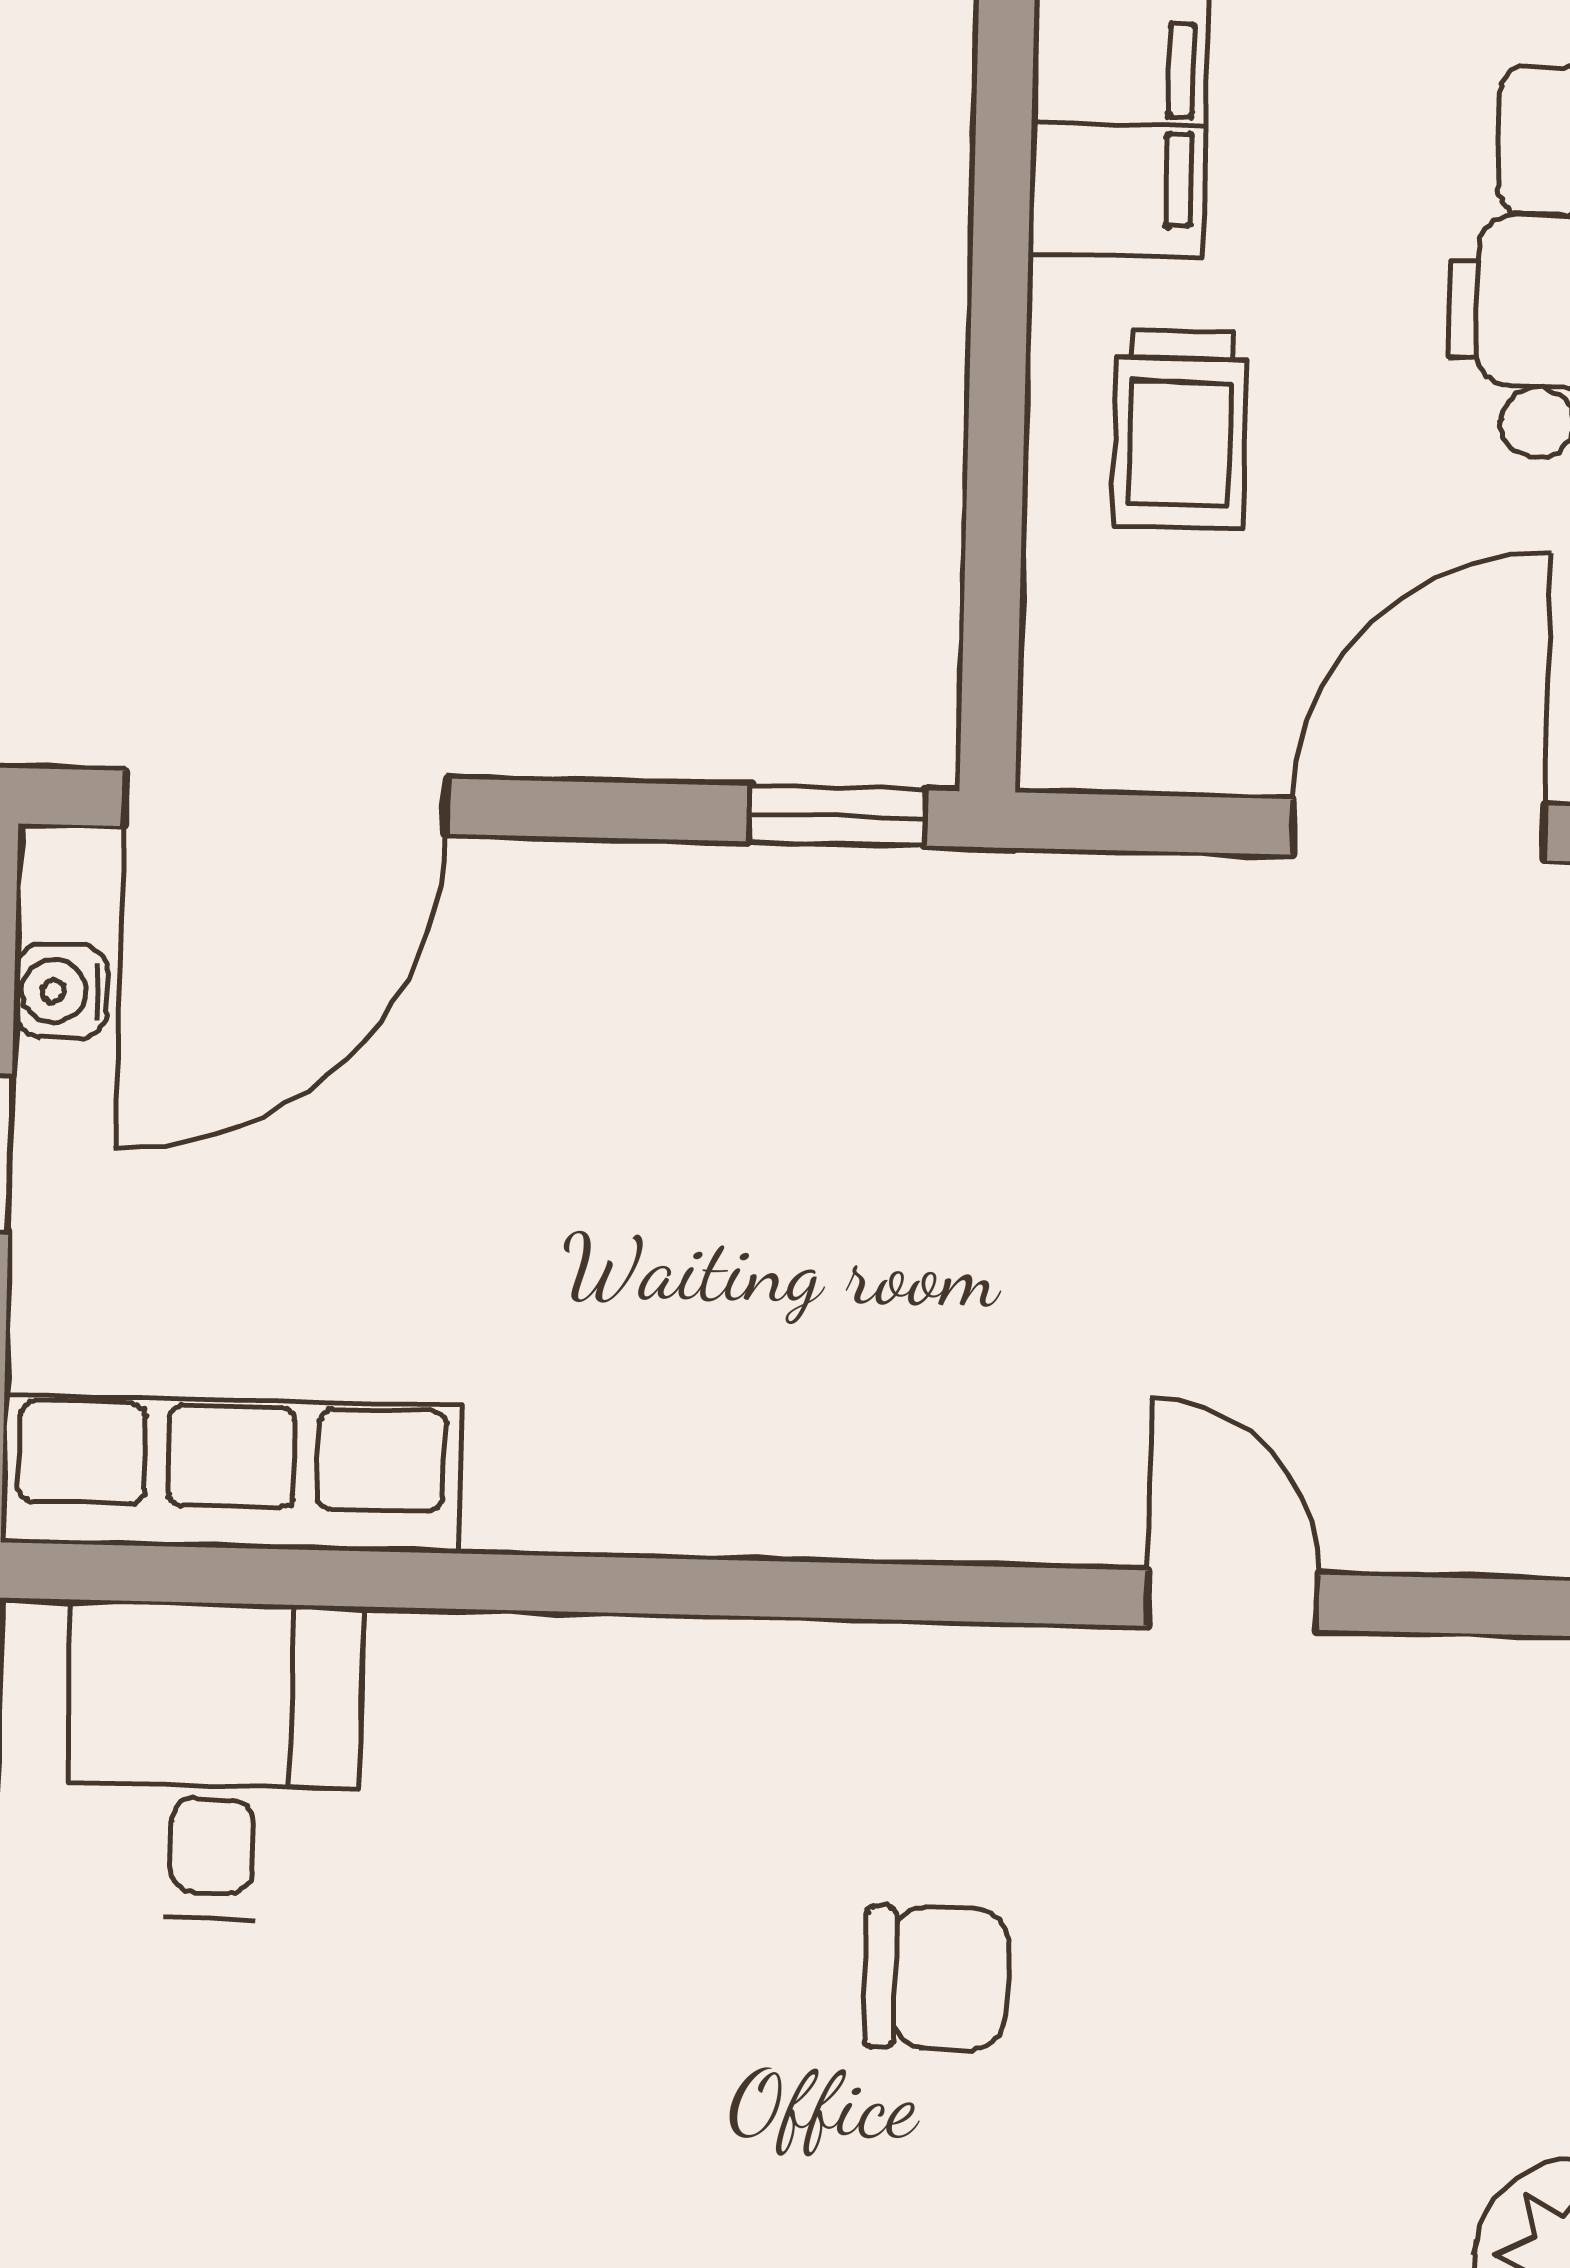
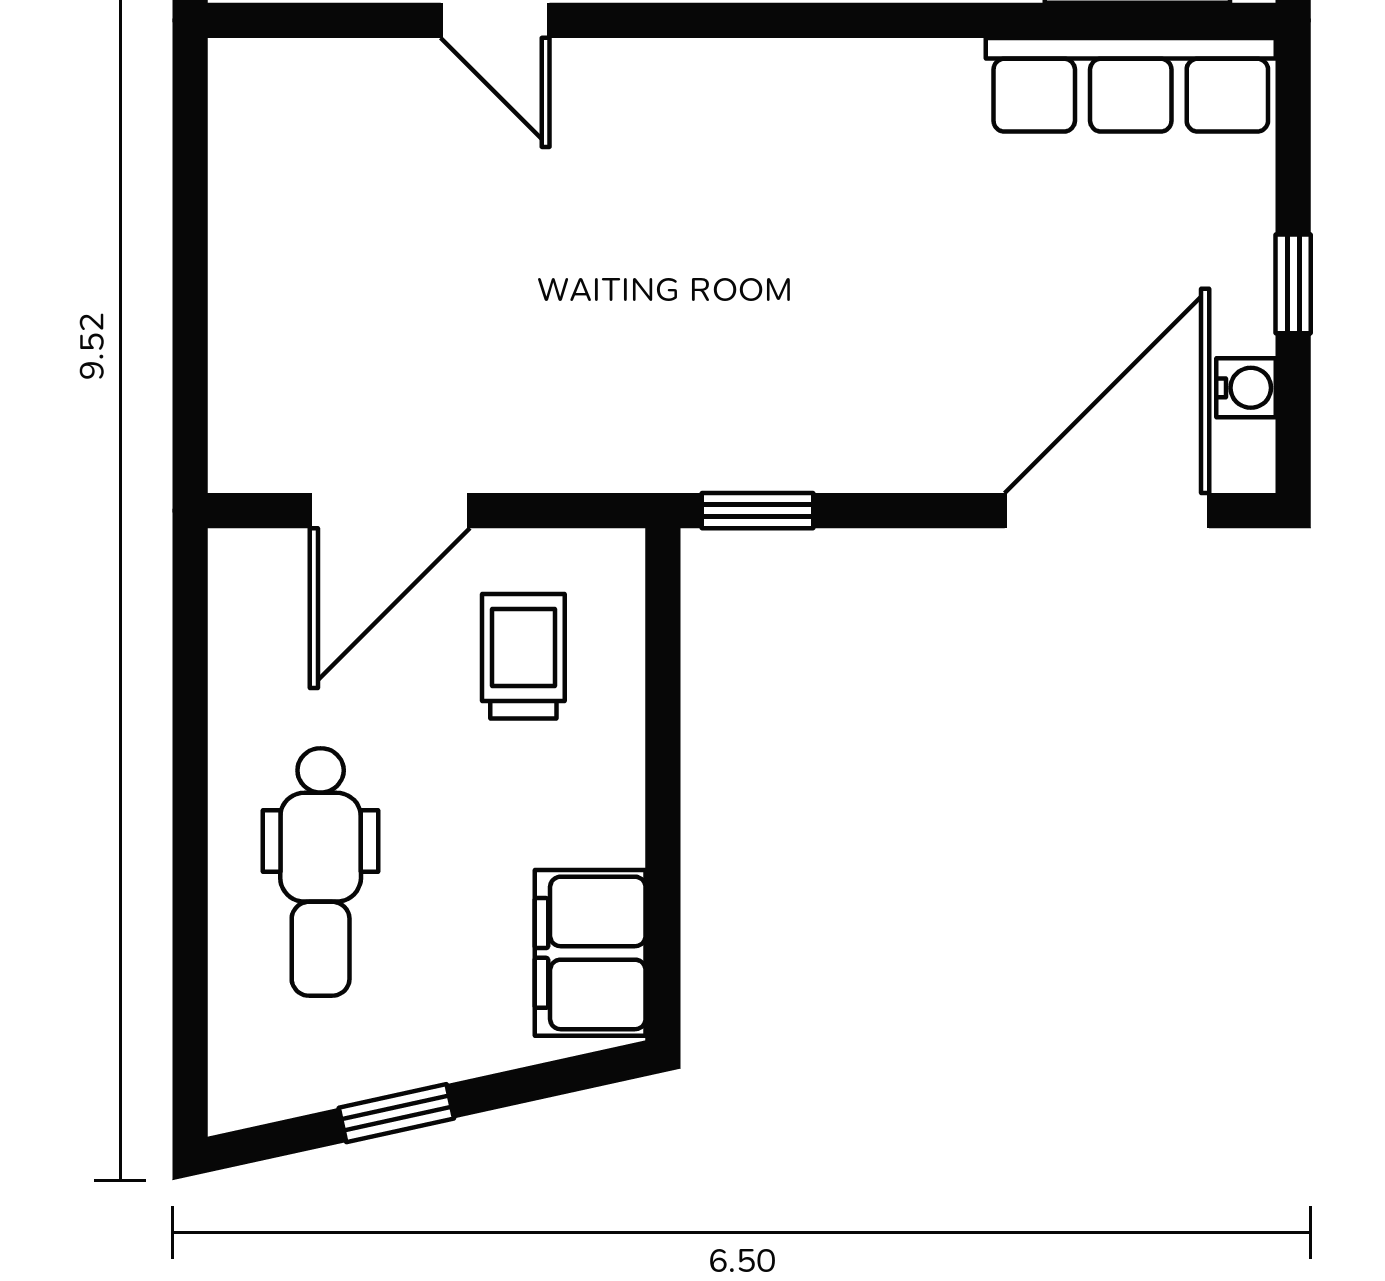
trolley: (1180, 429) -> (523, 656), moved

